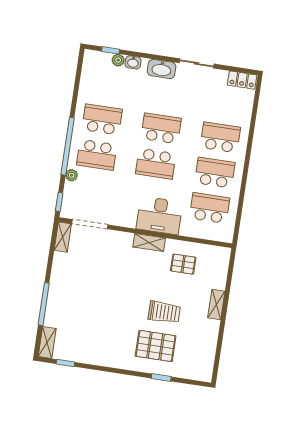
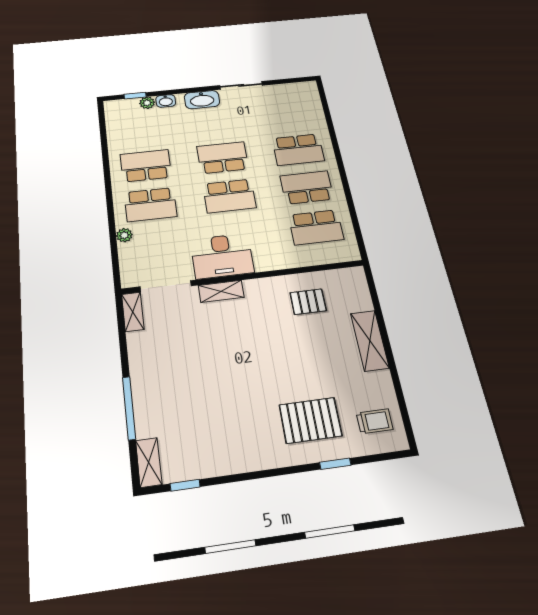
locker: (242, 80) -> (300, 89), removed
school desk: (220, 137) -> (298, 150), turned 180
window: (68, 146) -> (110, 204), removed
window: (59, 202) -> (116, 270), removed
school desk: (210, 208) -> (316, 227), turned 180
desk: (159, 215) -> (222, 256), moved
shelving: (149, 243) -> (221, 291), moved
shelving: (216, 305) -> (370, 341), width x1.50, depth x1.33
trolley: (164, 312) -> (375, 421), moved, width x0.73, depth x0.72

